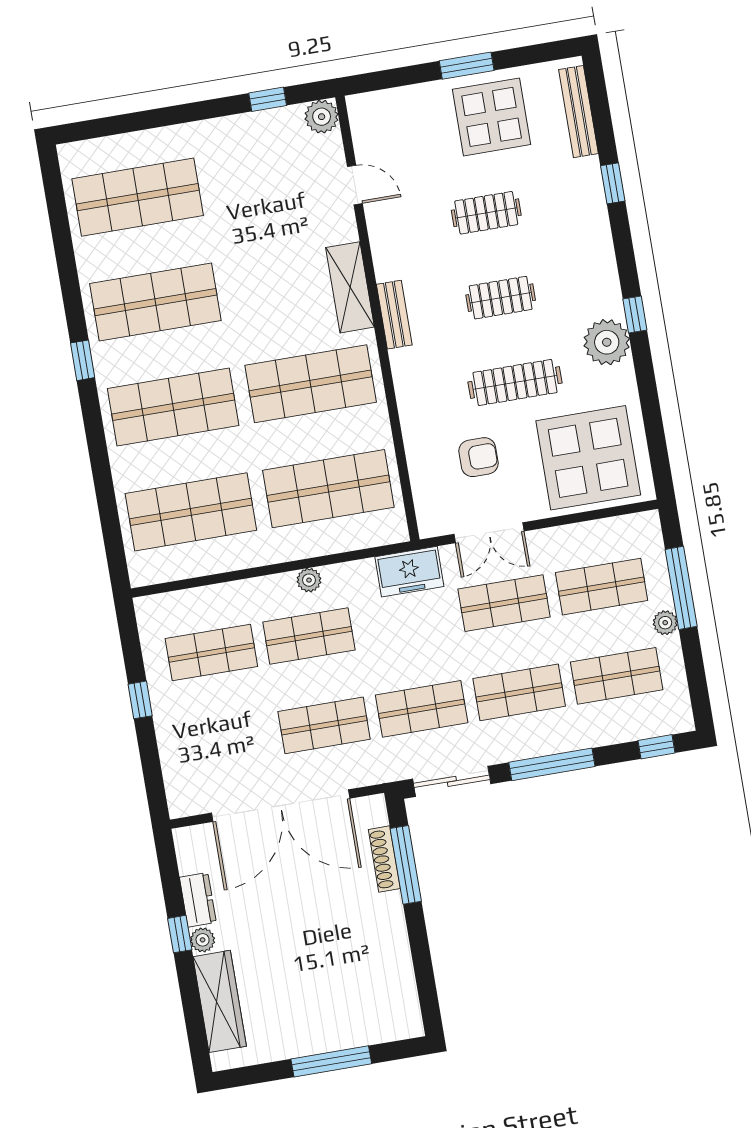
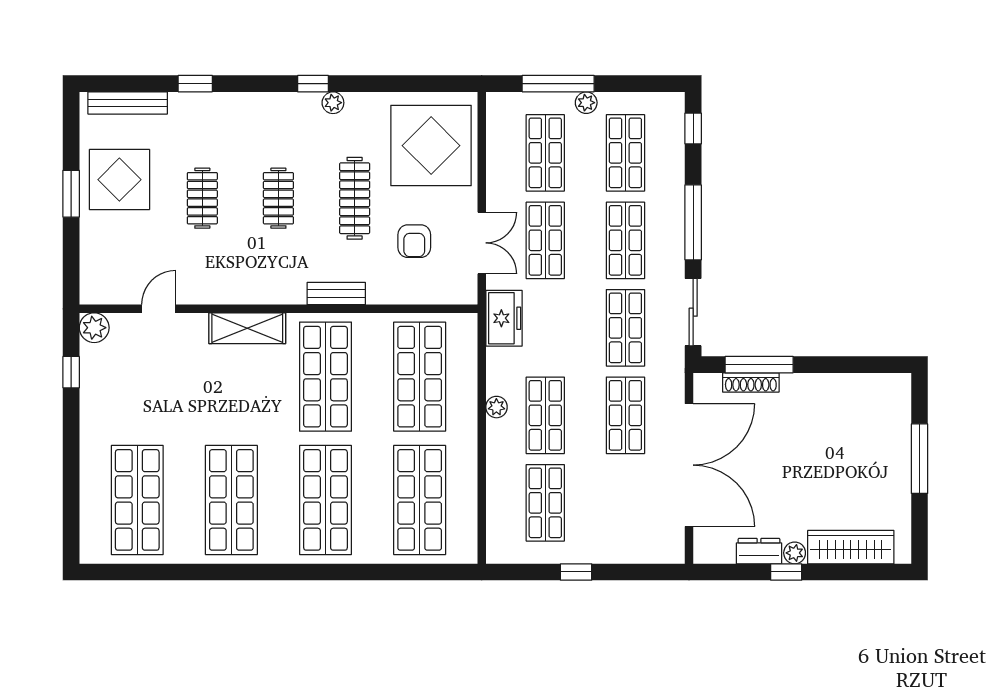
bench: (394, 315) -> (336, 294), moved
plant: (607, 342) -> (333, 103), width x0.53, depth x0.53
window: (83, 360) -> (271, 572), removed
armchair: (478, 457) -> (414, 241), turned 180

